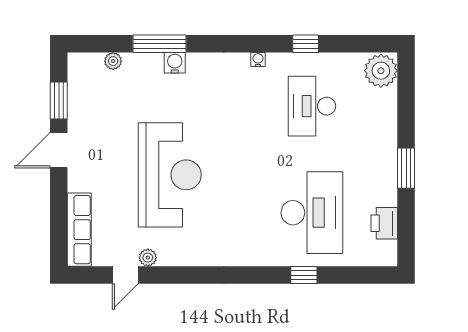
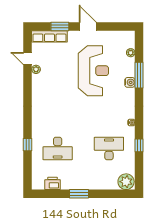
window: (59, 100) -> (60, 27), moved
reception desk: (170, 175) -> (93, 71), moved, turned -90
desk: (312, 213) -> (58, 148), width x0.73, depth x0.77

